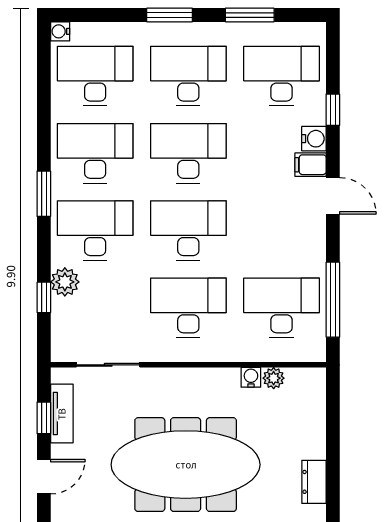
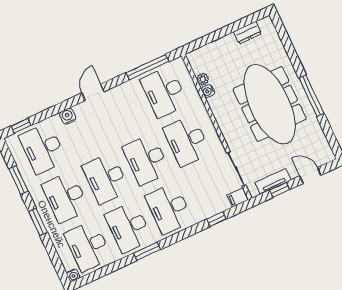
window: (333, 110) -> (21, 126), moved
filing cabinet: (310, 165) -> (238, 197), moved, turned 90
window: (44, 194) -> (147, 251), moved
plant: (65, 282) -> (203, 212), removed

